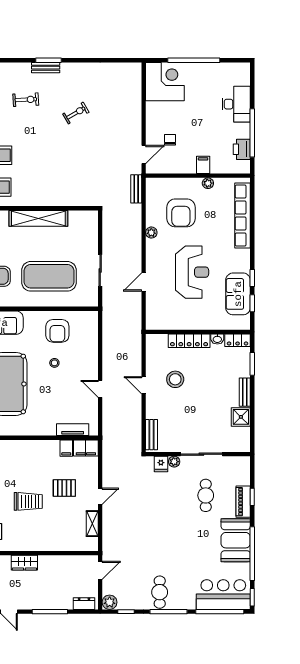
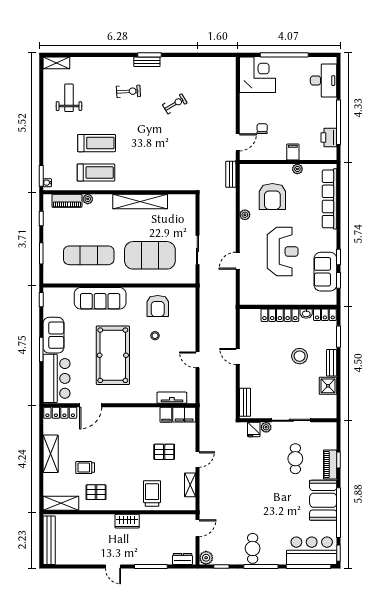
desk: (236, 104) -> (324, 81), moved
stool: (175, 379) -> (300, 356), moved
trolley: (28, 501) -> (152, 493), moved, turned -90

